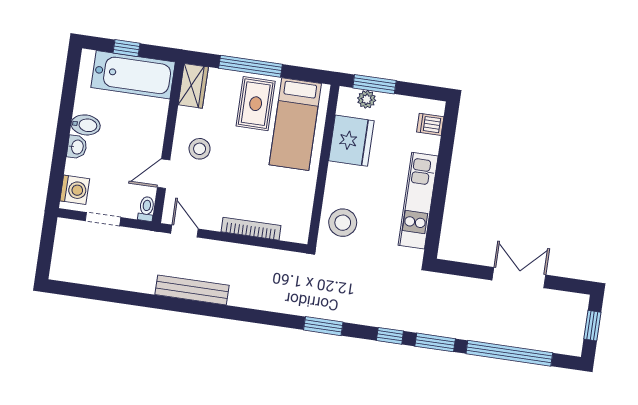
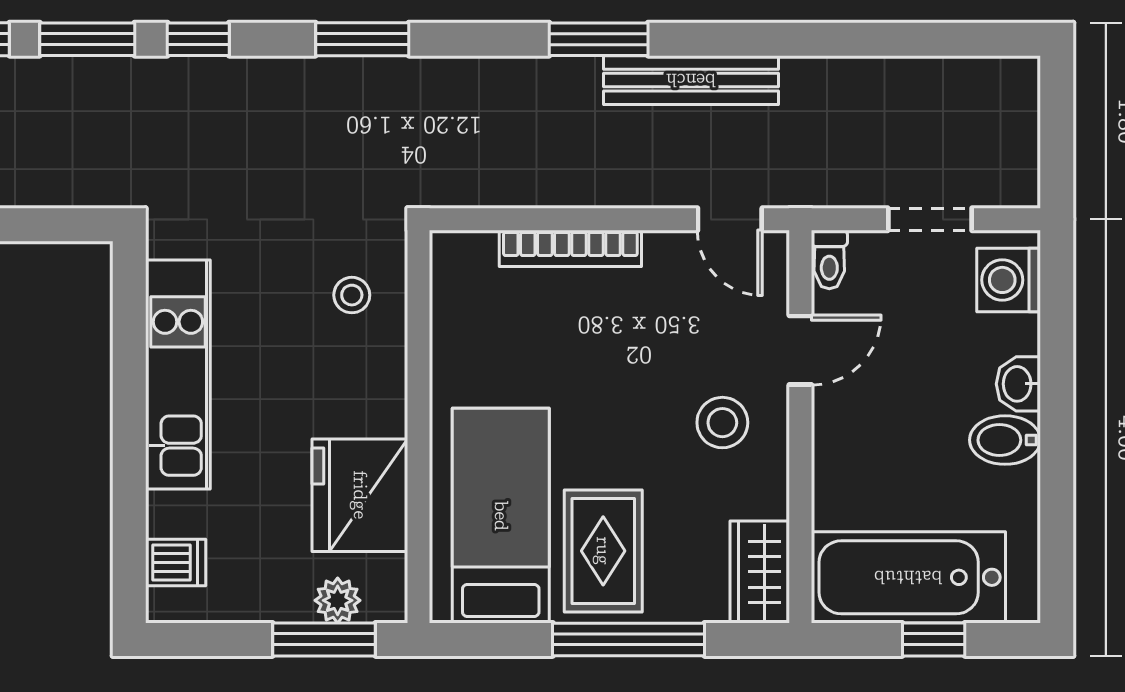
stool: (343, 223) -> (352, 295), width x0.53, depth x0.53
window: (227, 312) -> (599, 39), added

